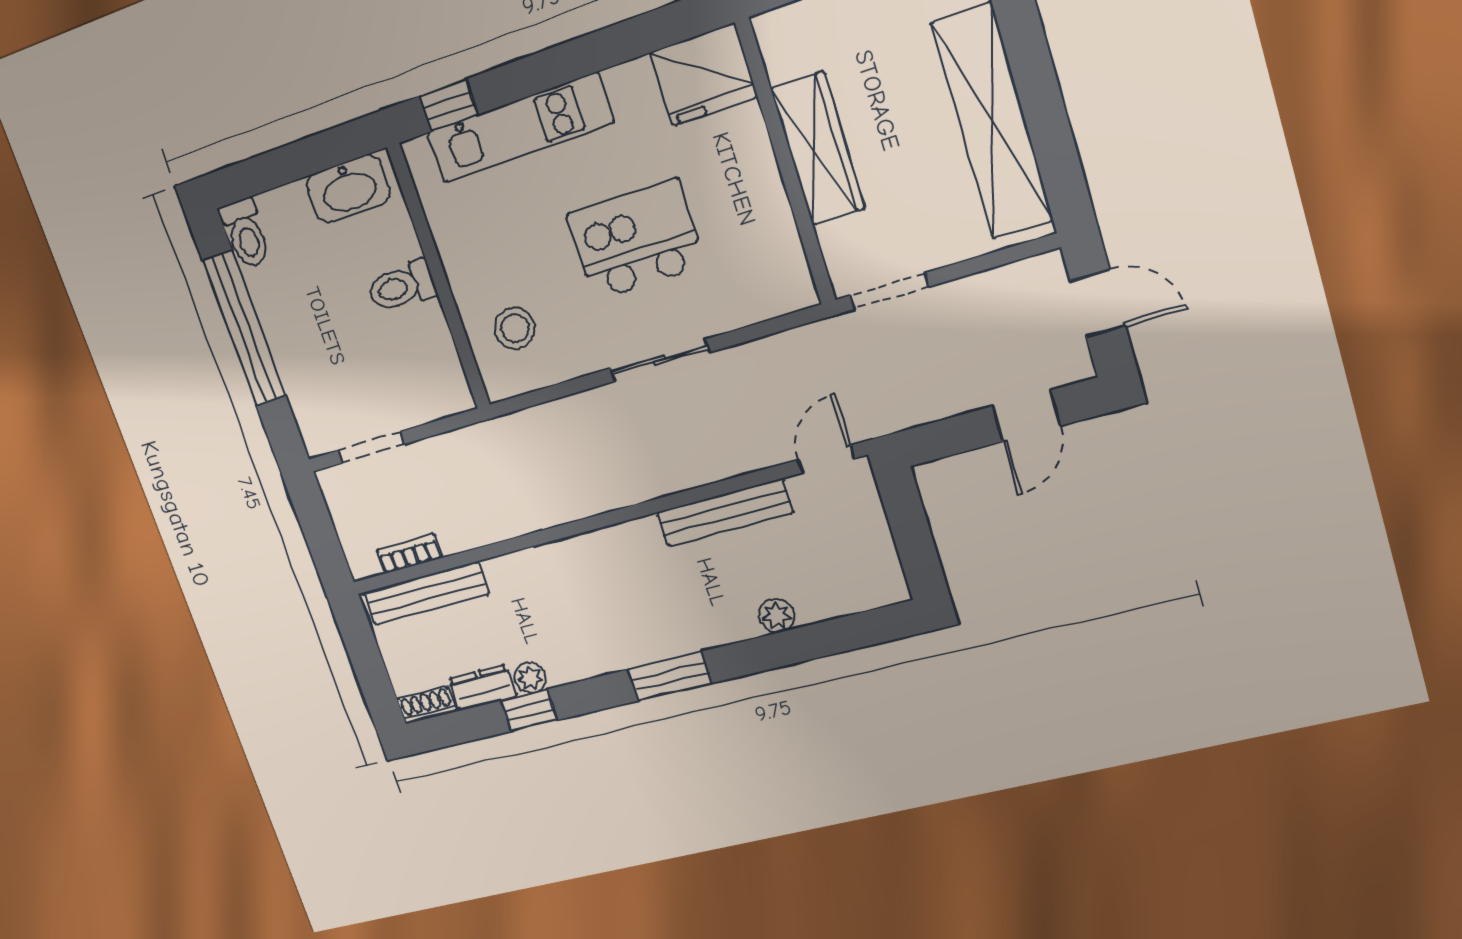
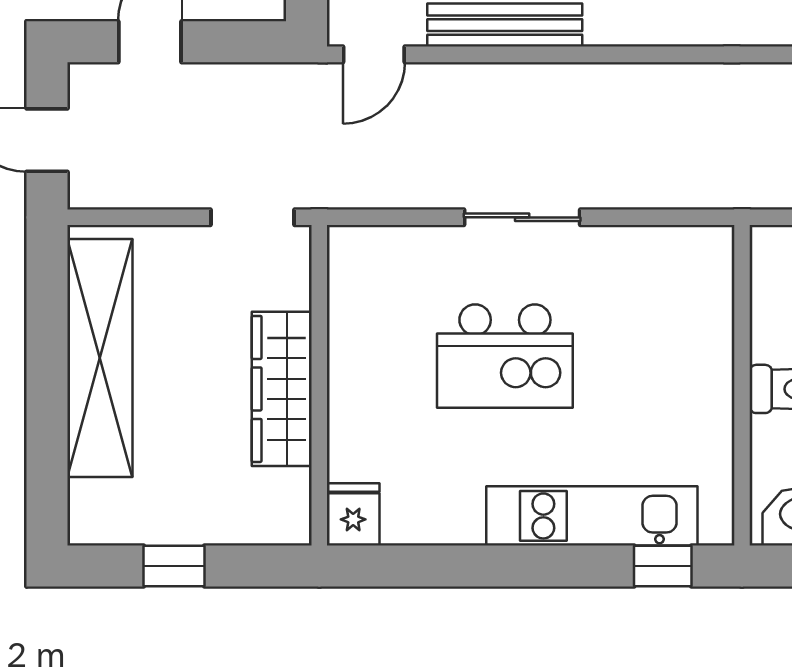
fridge: (703, 75) -> (353, 514), width x0.53, depth x0.75
stool: (515, 328) -> (674, 302), removed

